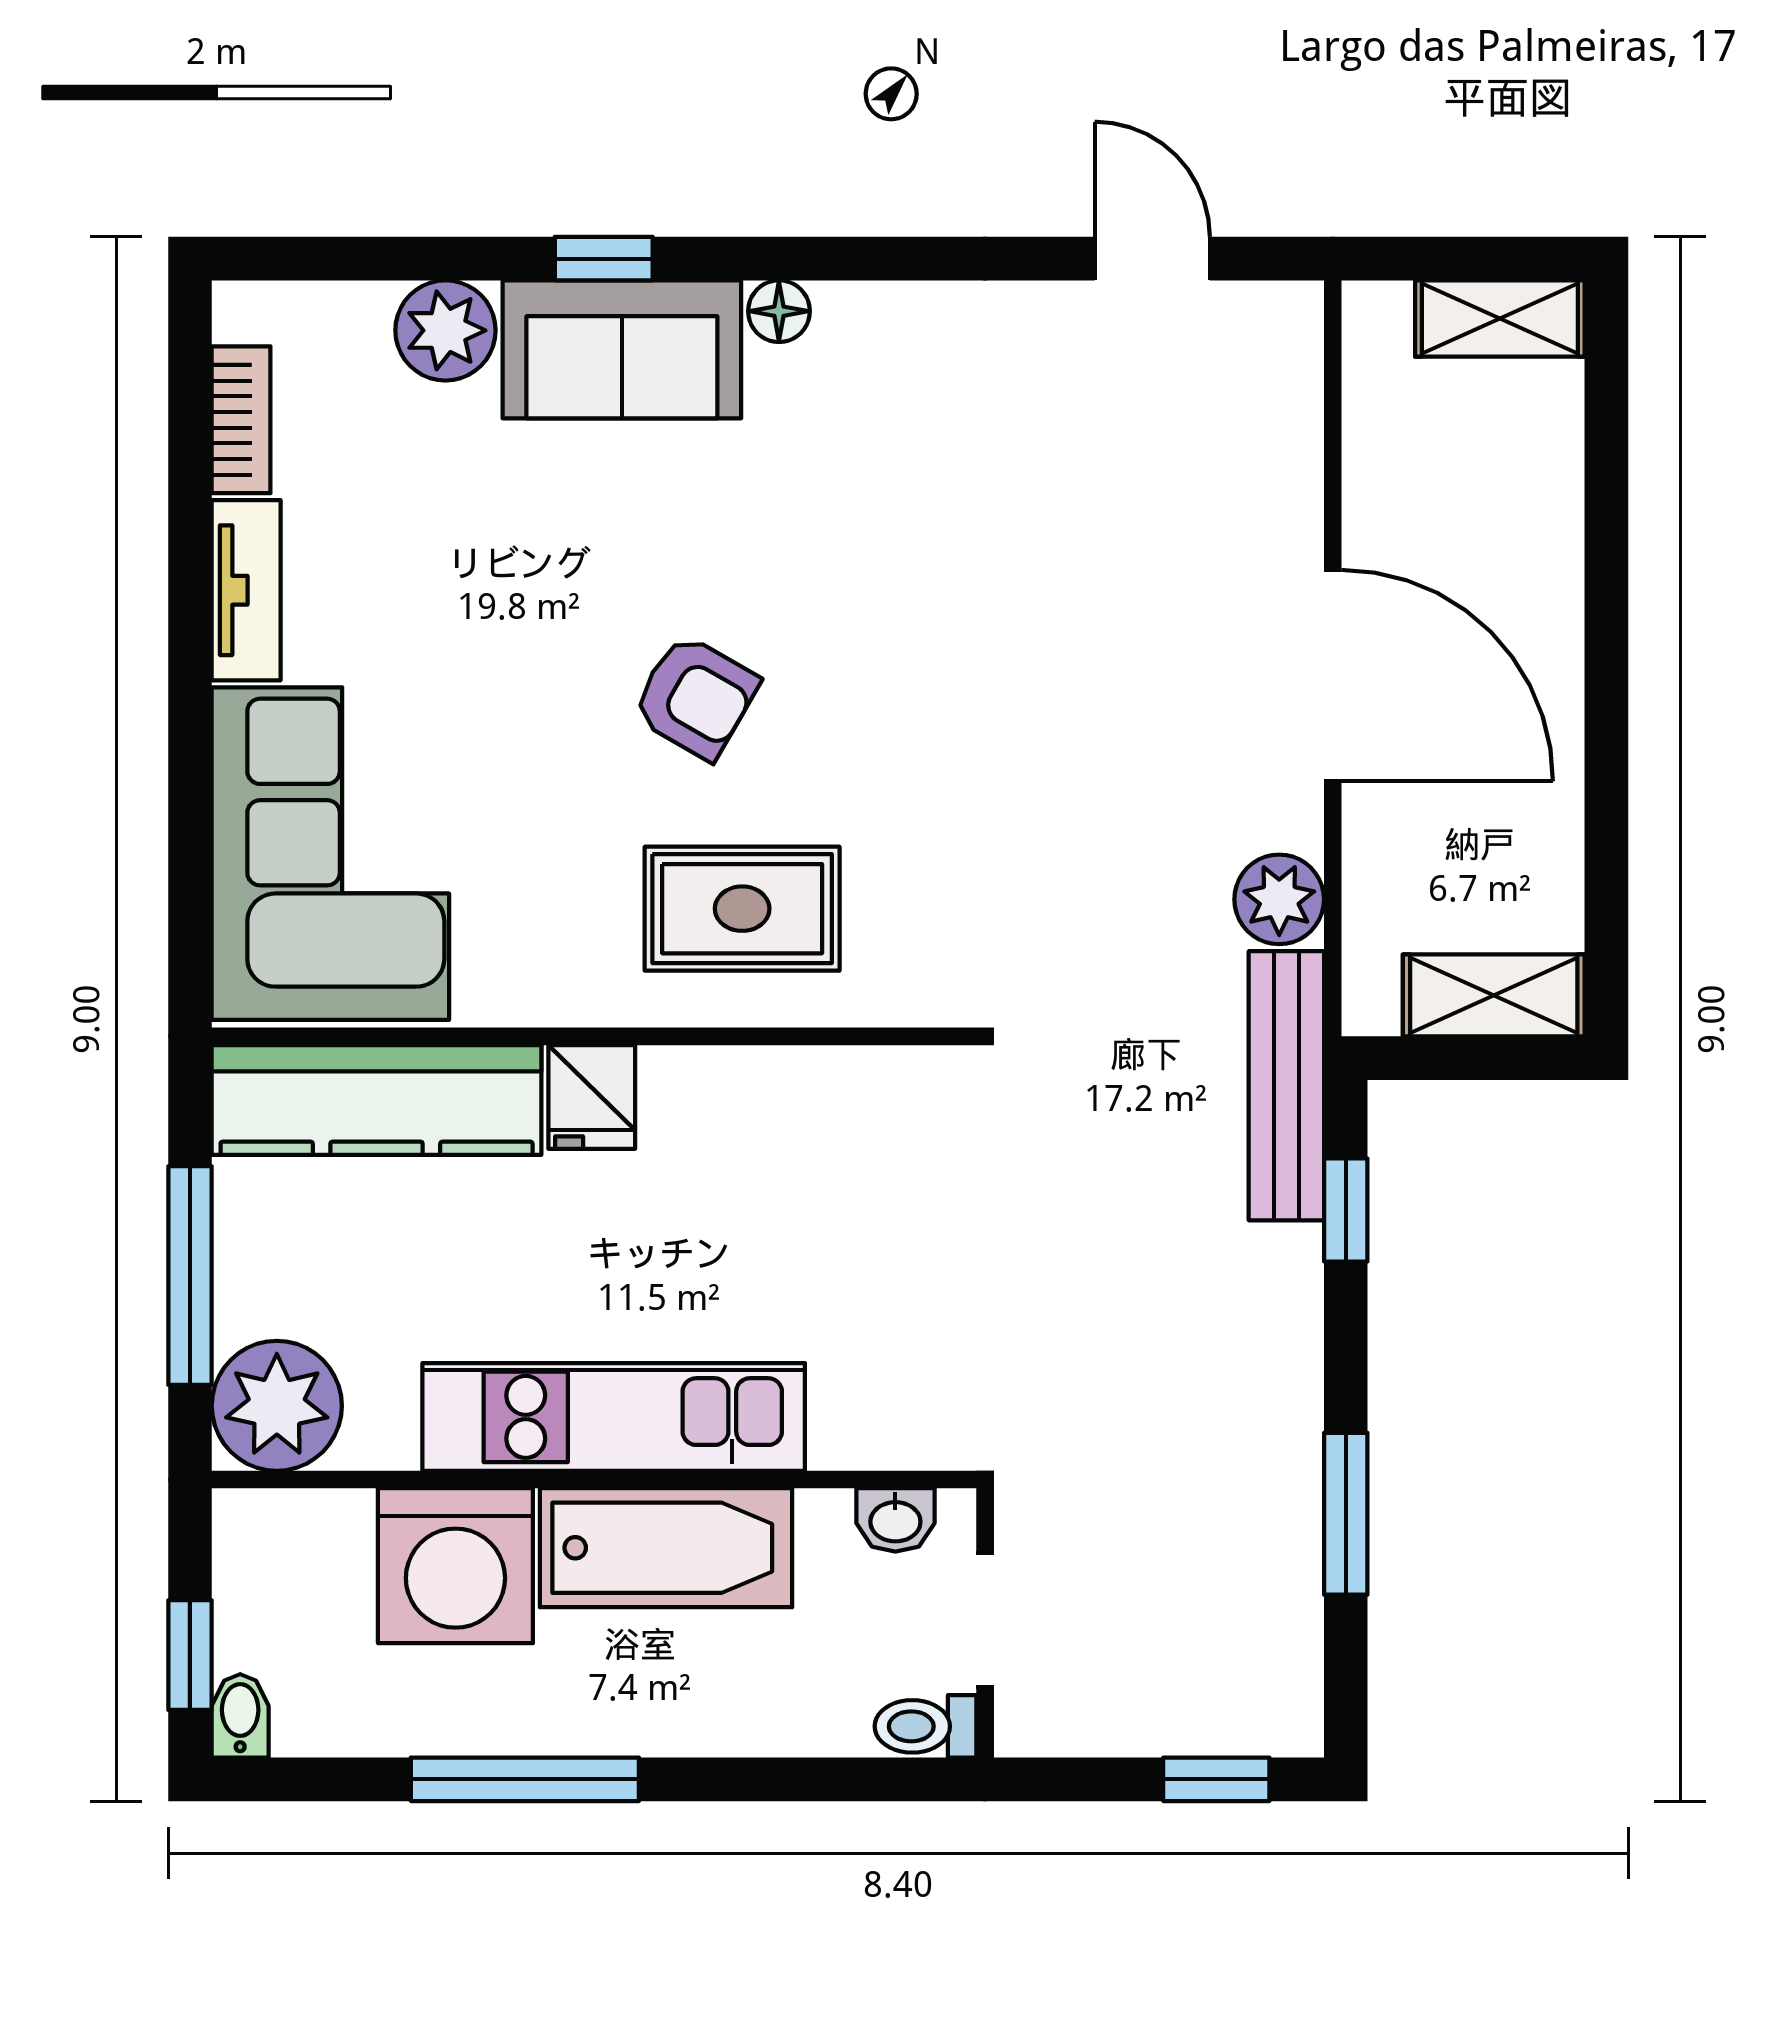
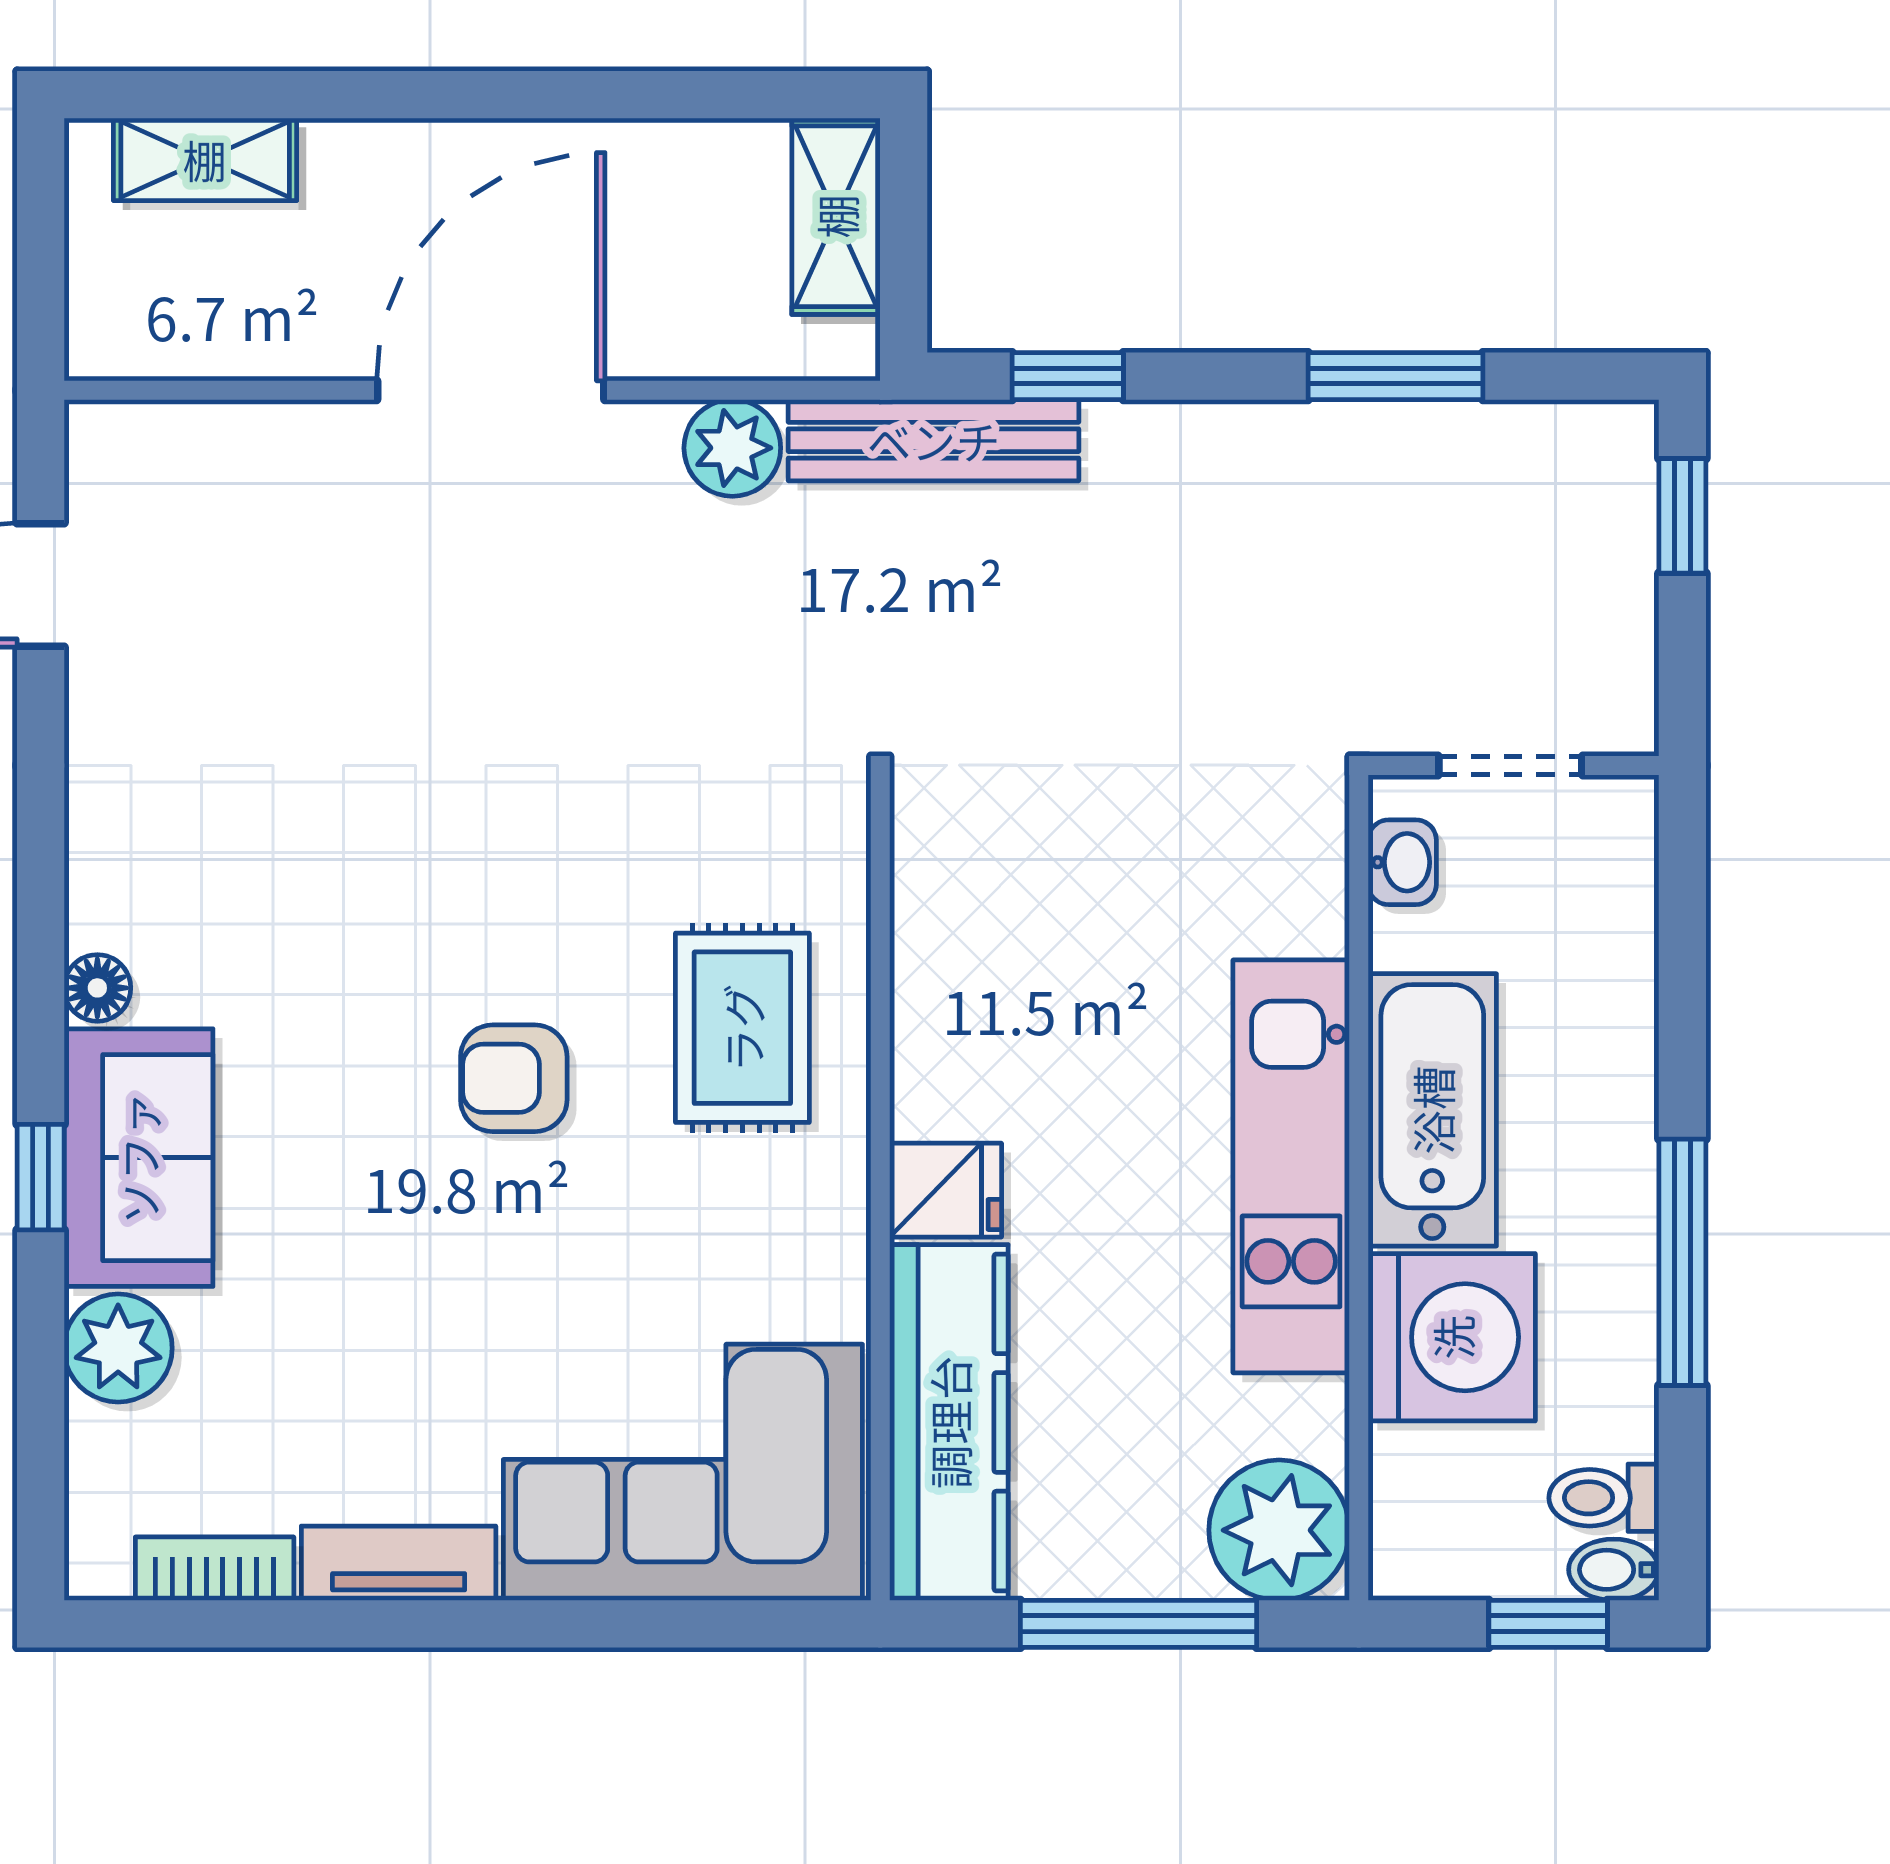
shelving: (1500, 318) -> (205, 159), moved, turned 90
armchair: (695, 697) -> (514, 1078), turned -120
toilet: (926, 1726) -> (1604, 1498), moved, turned 90

